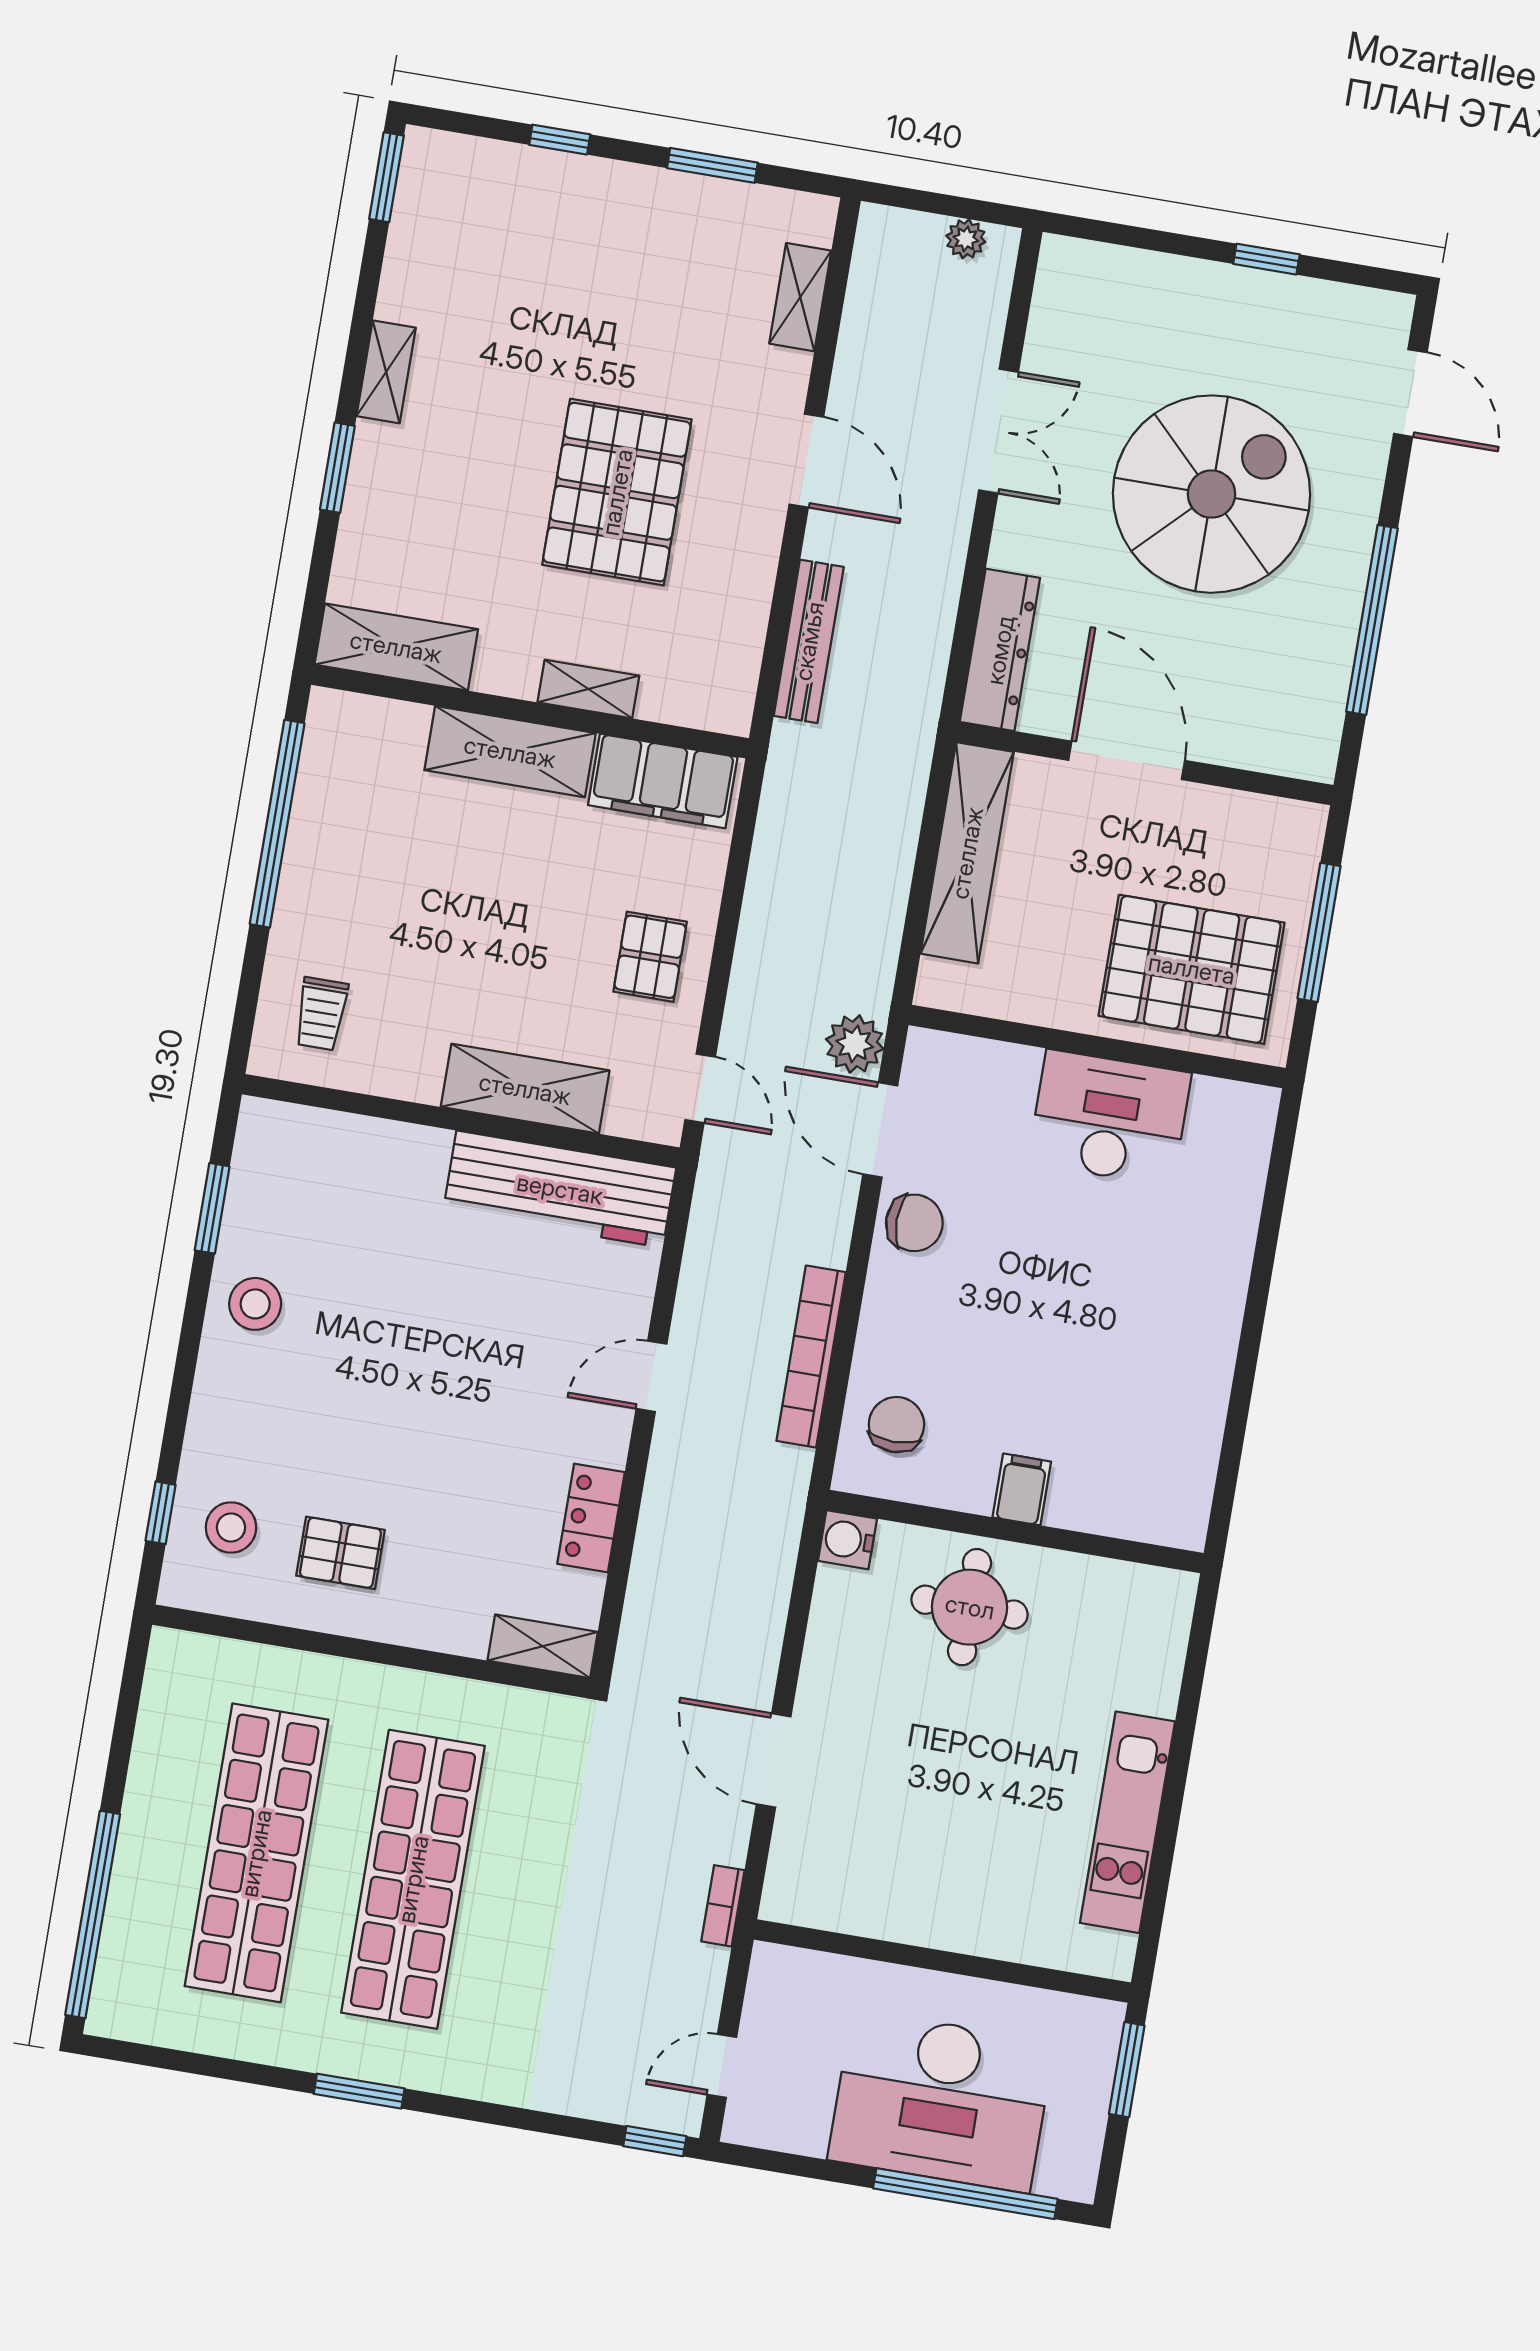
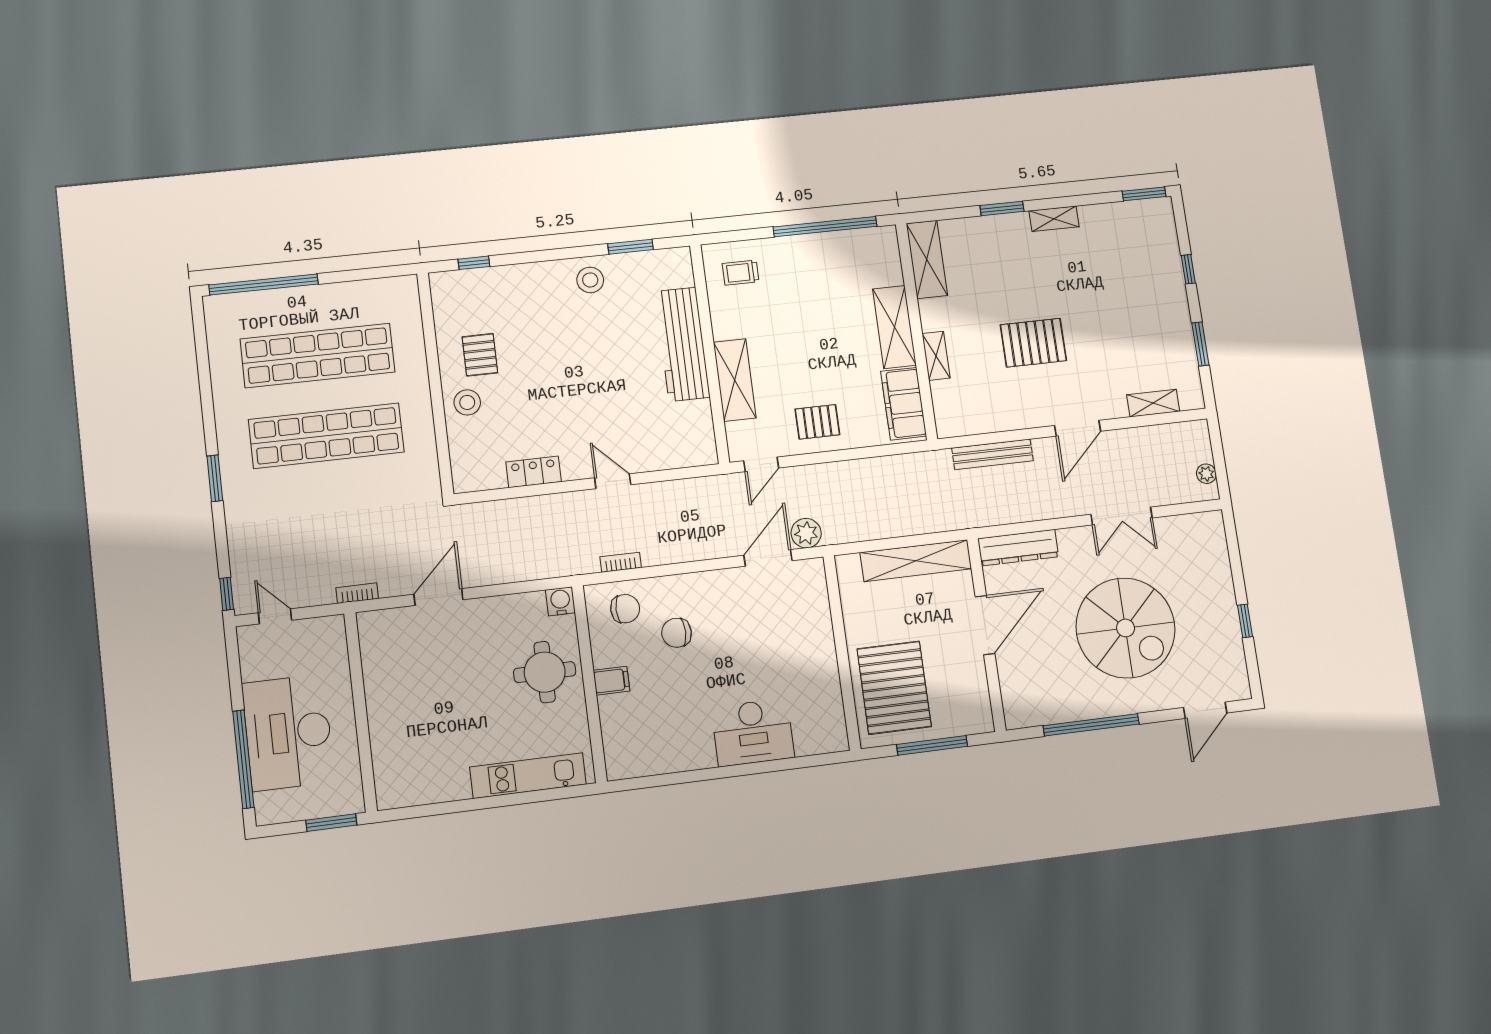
pallet: (617, 492) -> (1033, 343), width x0.73, depth x0.71
desk: (1109, 1118) -> (753, 732), moved, turned 90
workbench: (560, 1189) -> (682, 344), moved
chair: (914, 1223) -> (677, 633), moved, turned 90
bookcase: (811, 1356) -> (621, 562), width x0.43, depth x0.76
stool: (231, 1527) -> (467, 402), moved
shelving: (543, 1646) -> (462, 466), removed
kitchen unit: (1128, 1822) -> (528, 776), moved
window: (359, 2091) -> (215, 478), moved

